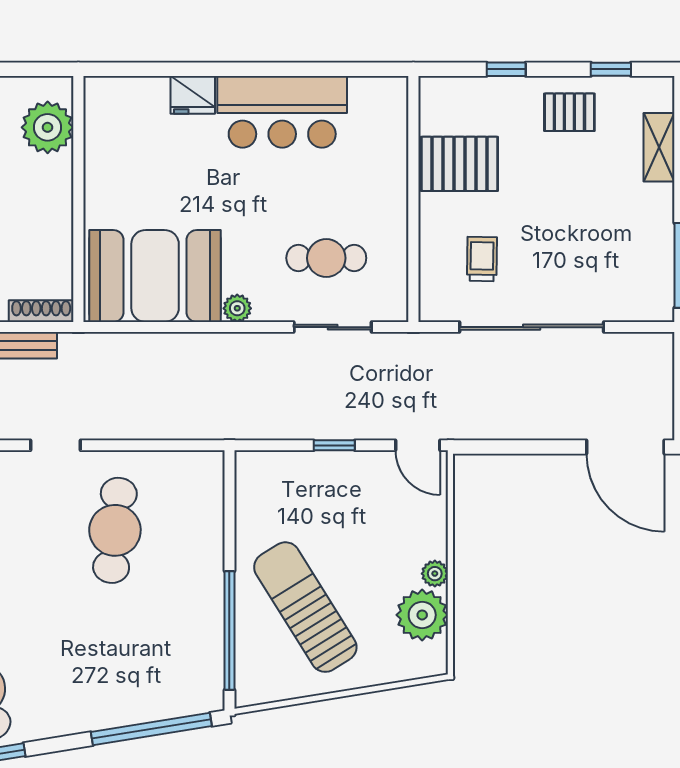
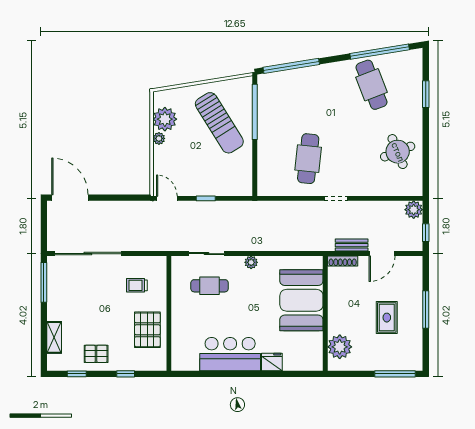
pallet: (459, 164) -> (147, 330), turned 90
trolley: (482, 259) -> (137, 285), turned 89
booth: (155, 276) -> (301, 300), moved, turned 90
sliding door: (532, 327) -> (88, 254), moved

